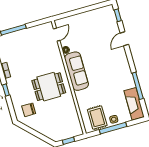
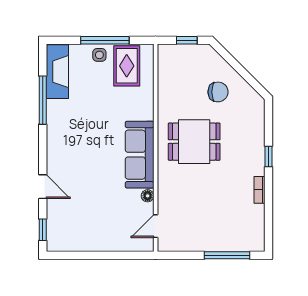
door: (124, 39) -> (43, 187), hinge flipped
chair: (29, 110) -> (218, 92), moved

